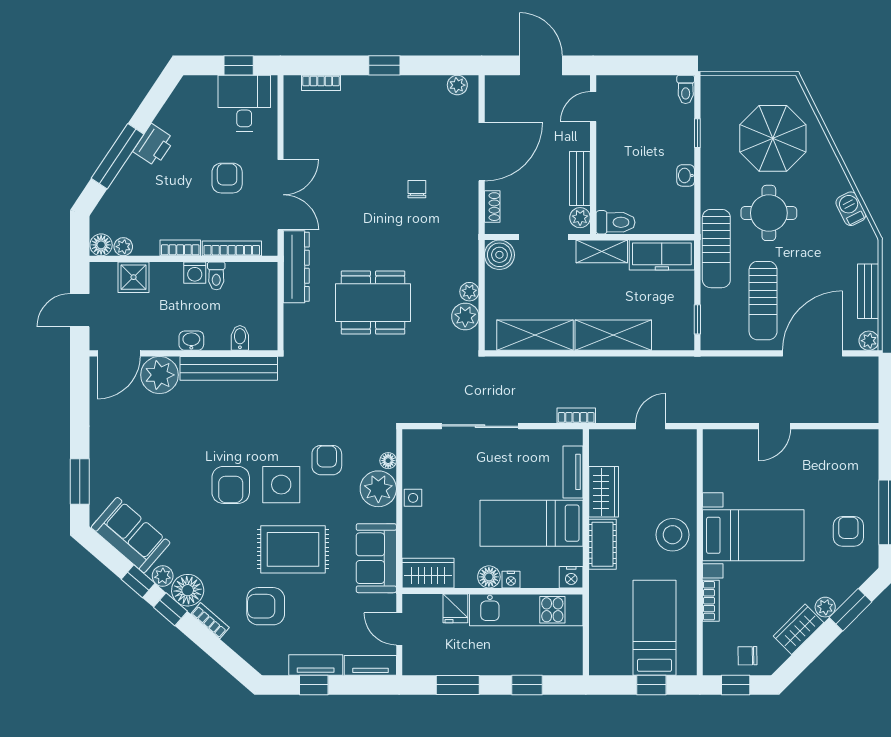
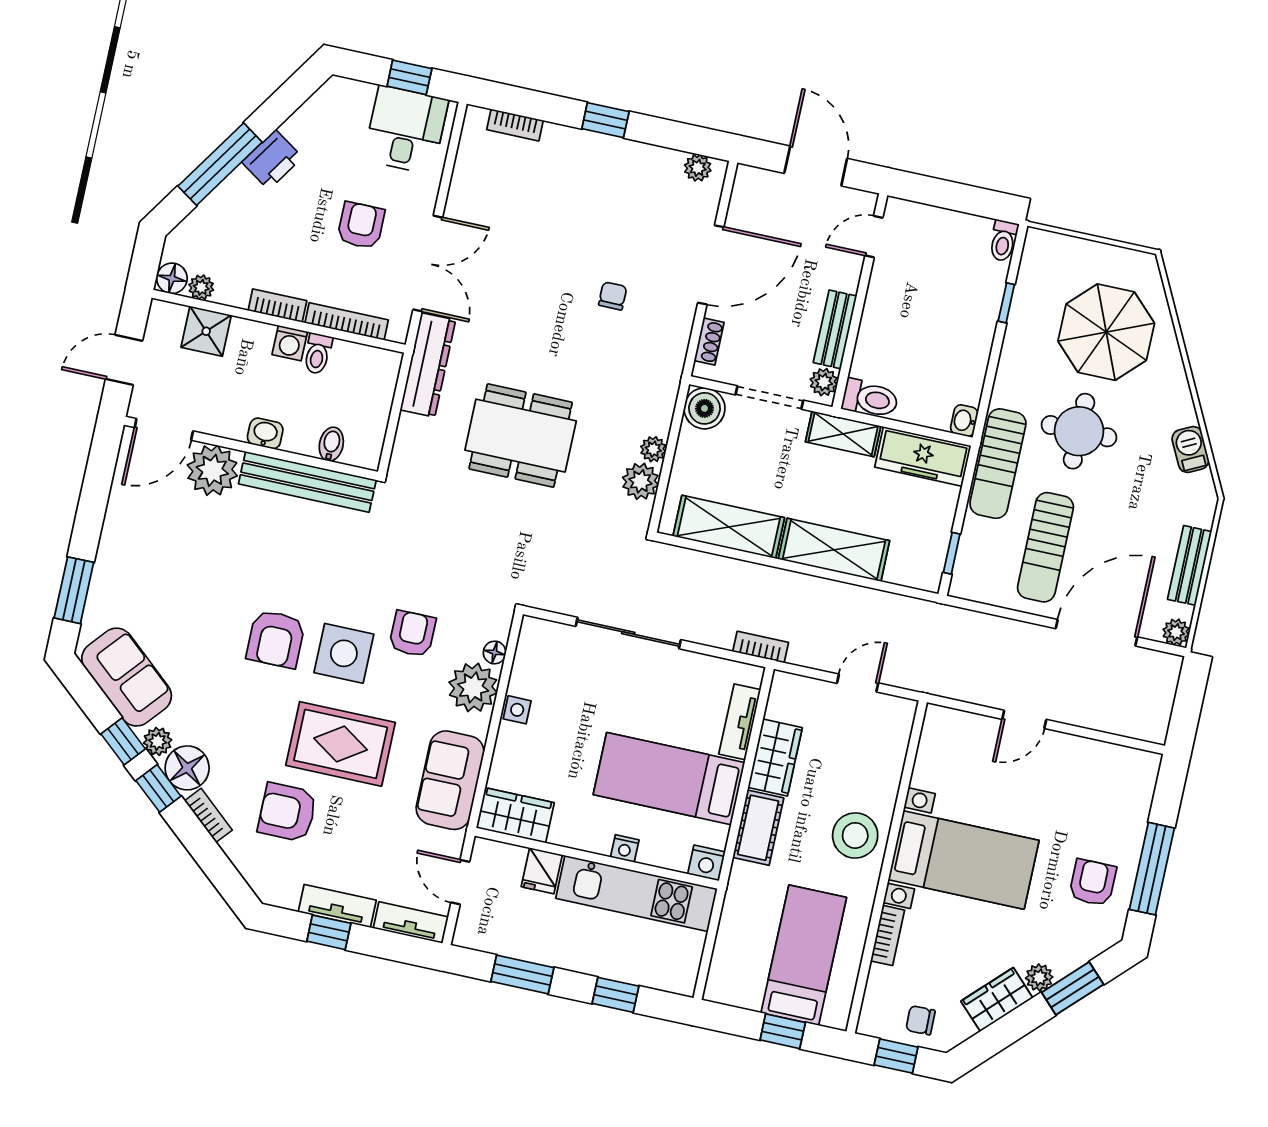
washbasin: (686, 175) -> (964, 421), moved
floor lamp: (489, 577) -> (596, 838), removed

